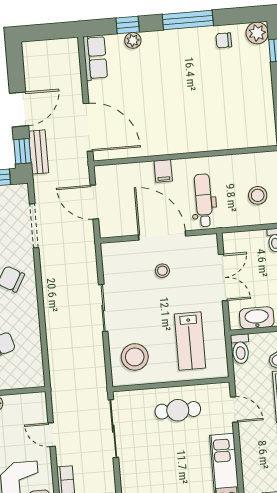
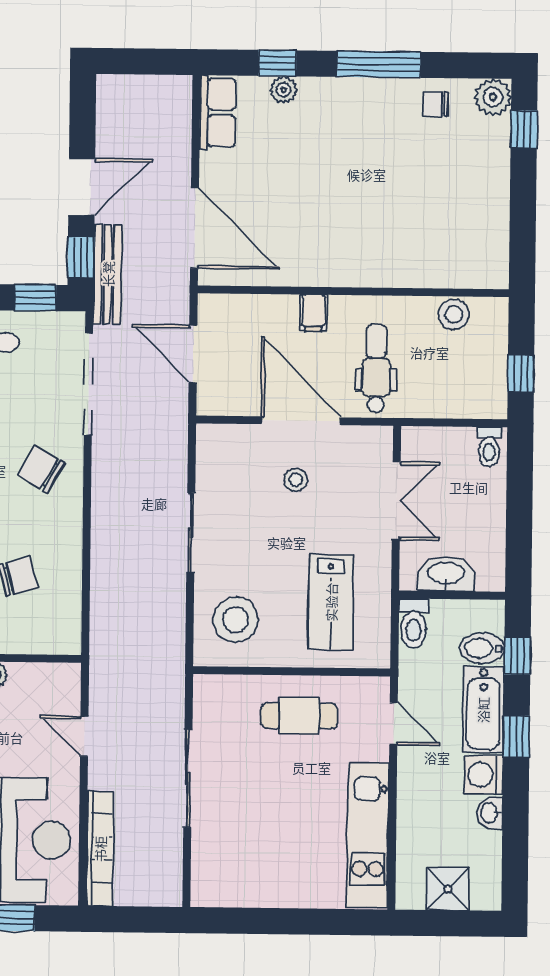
bench: (39, 152) -> (108, 274), width x1.36
stool: (258, 195) -> (454, 314), moved
doorway: (34, 226) -> (88, 384), width x1.36
sliding door: (113, 429) -> (188, 778), moved

